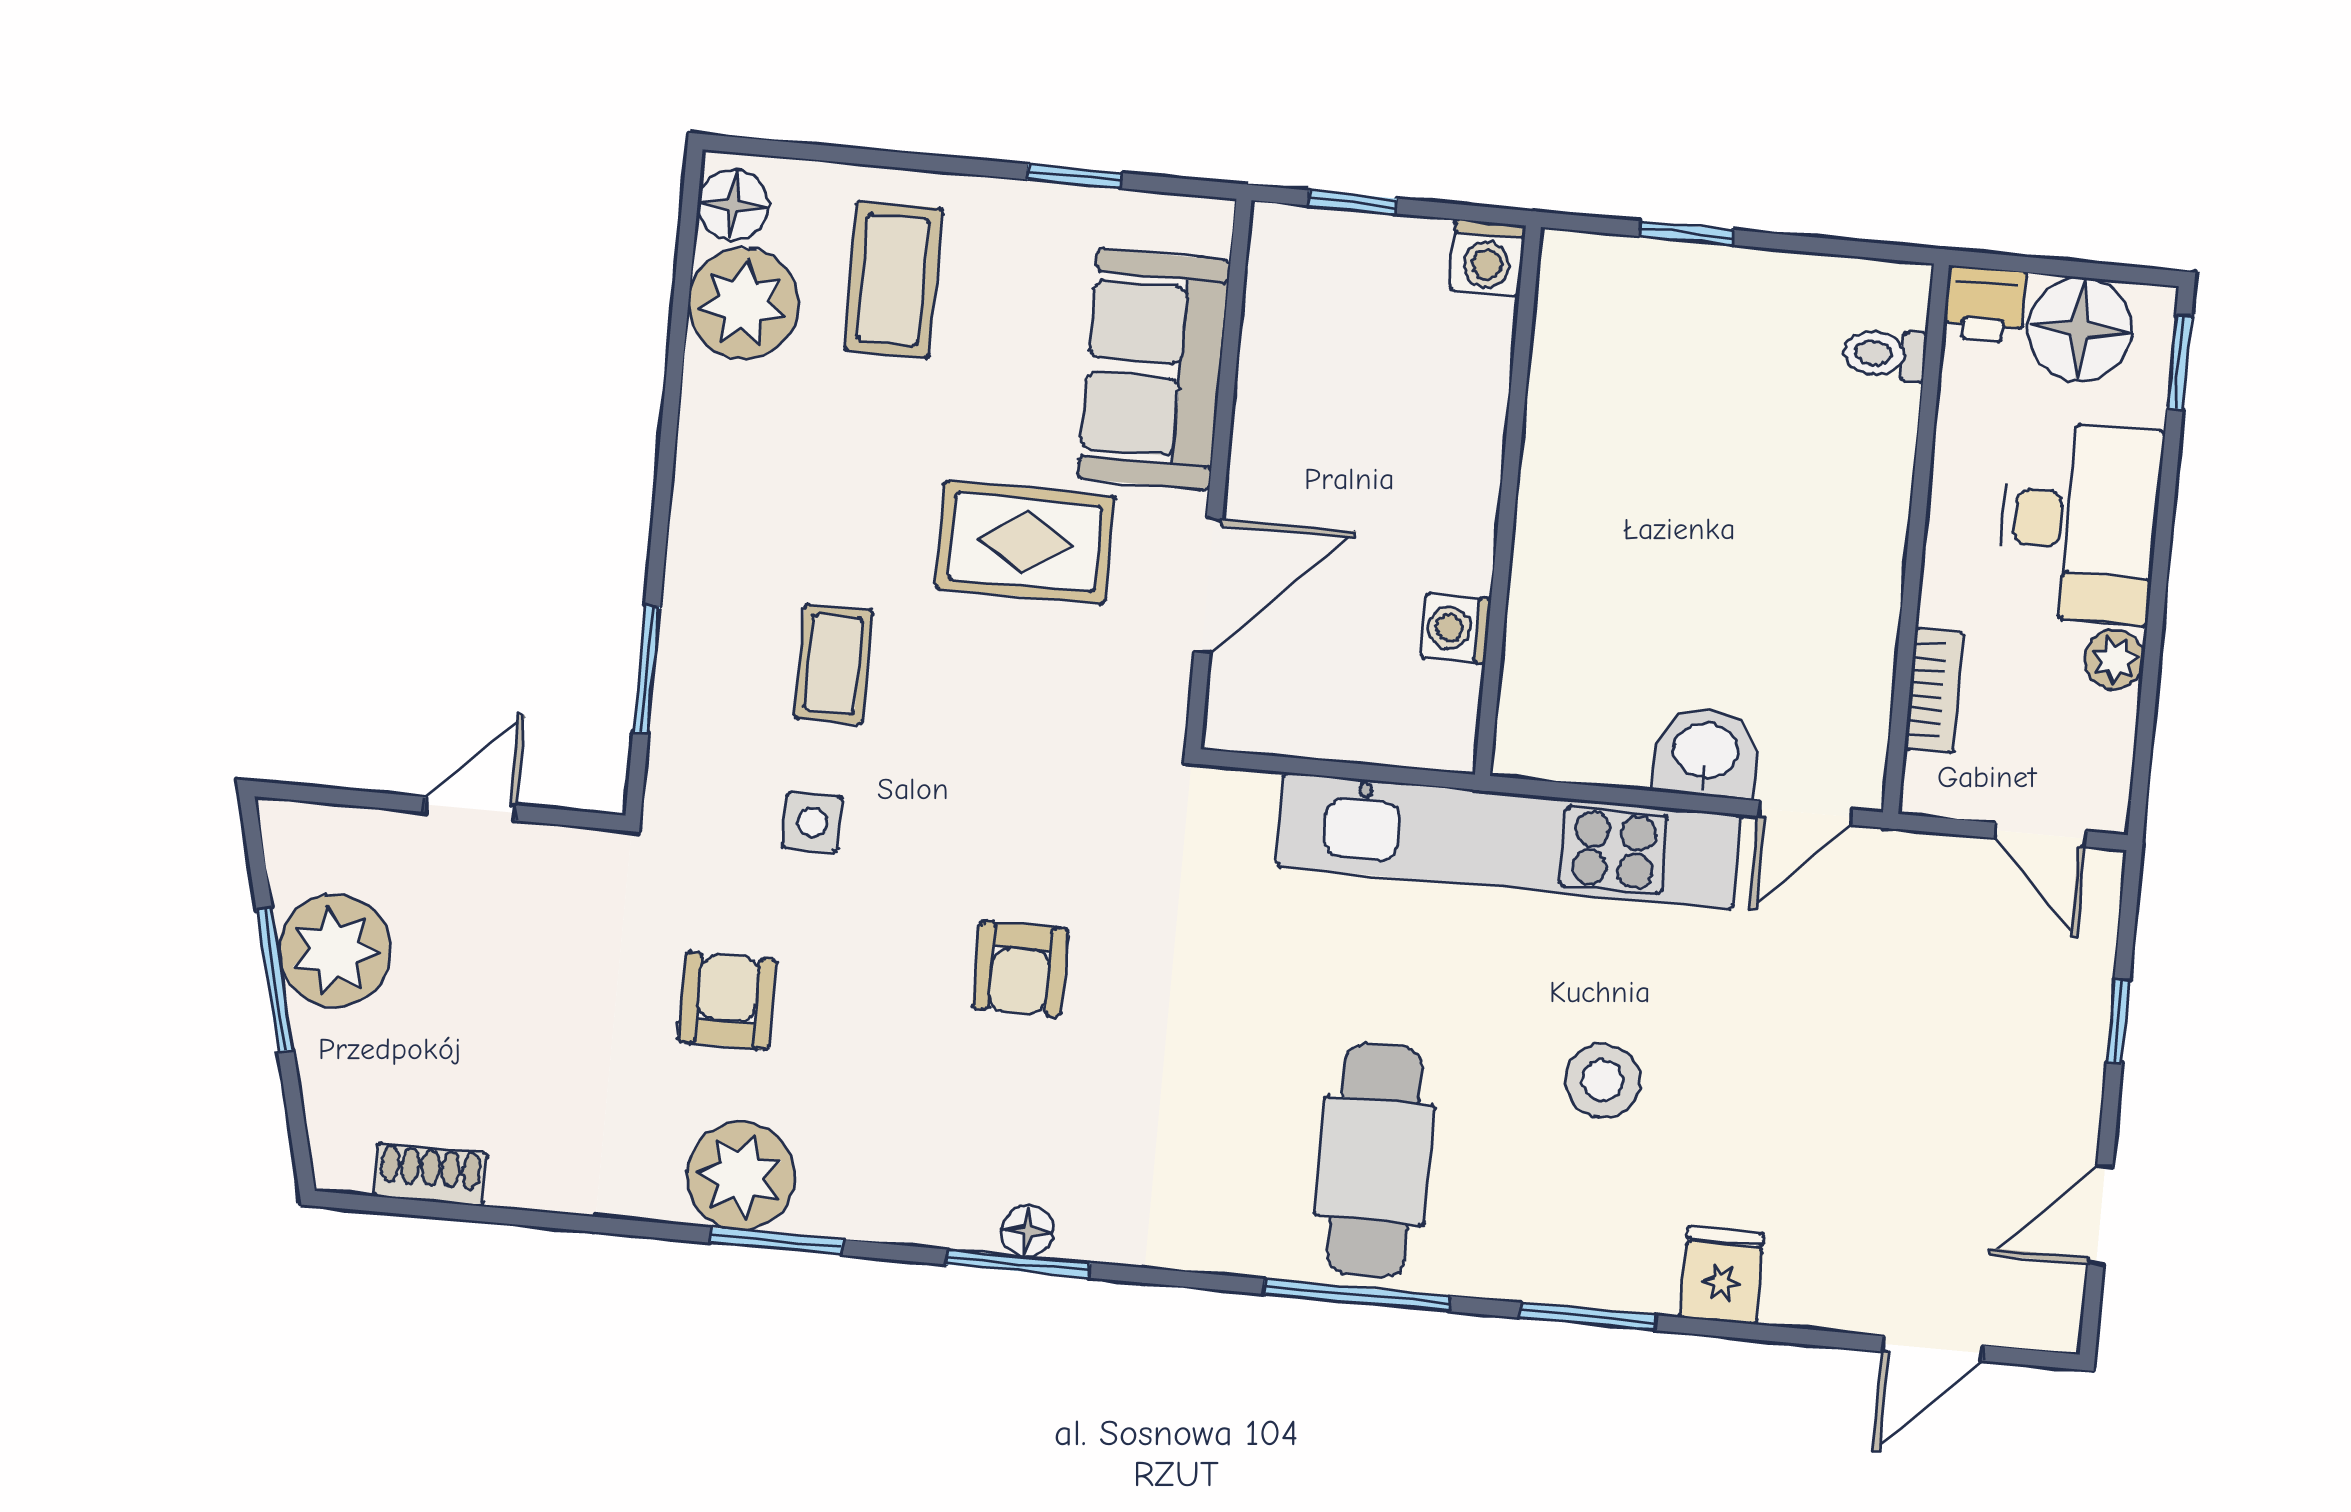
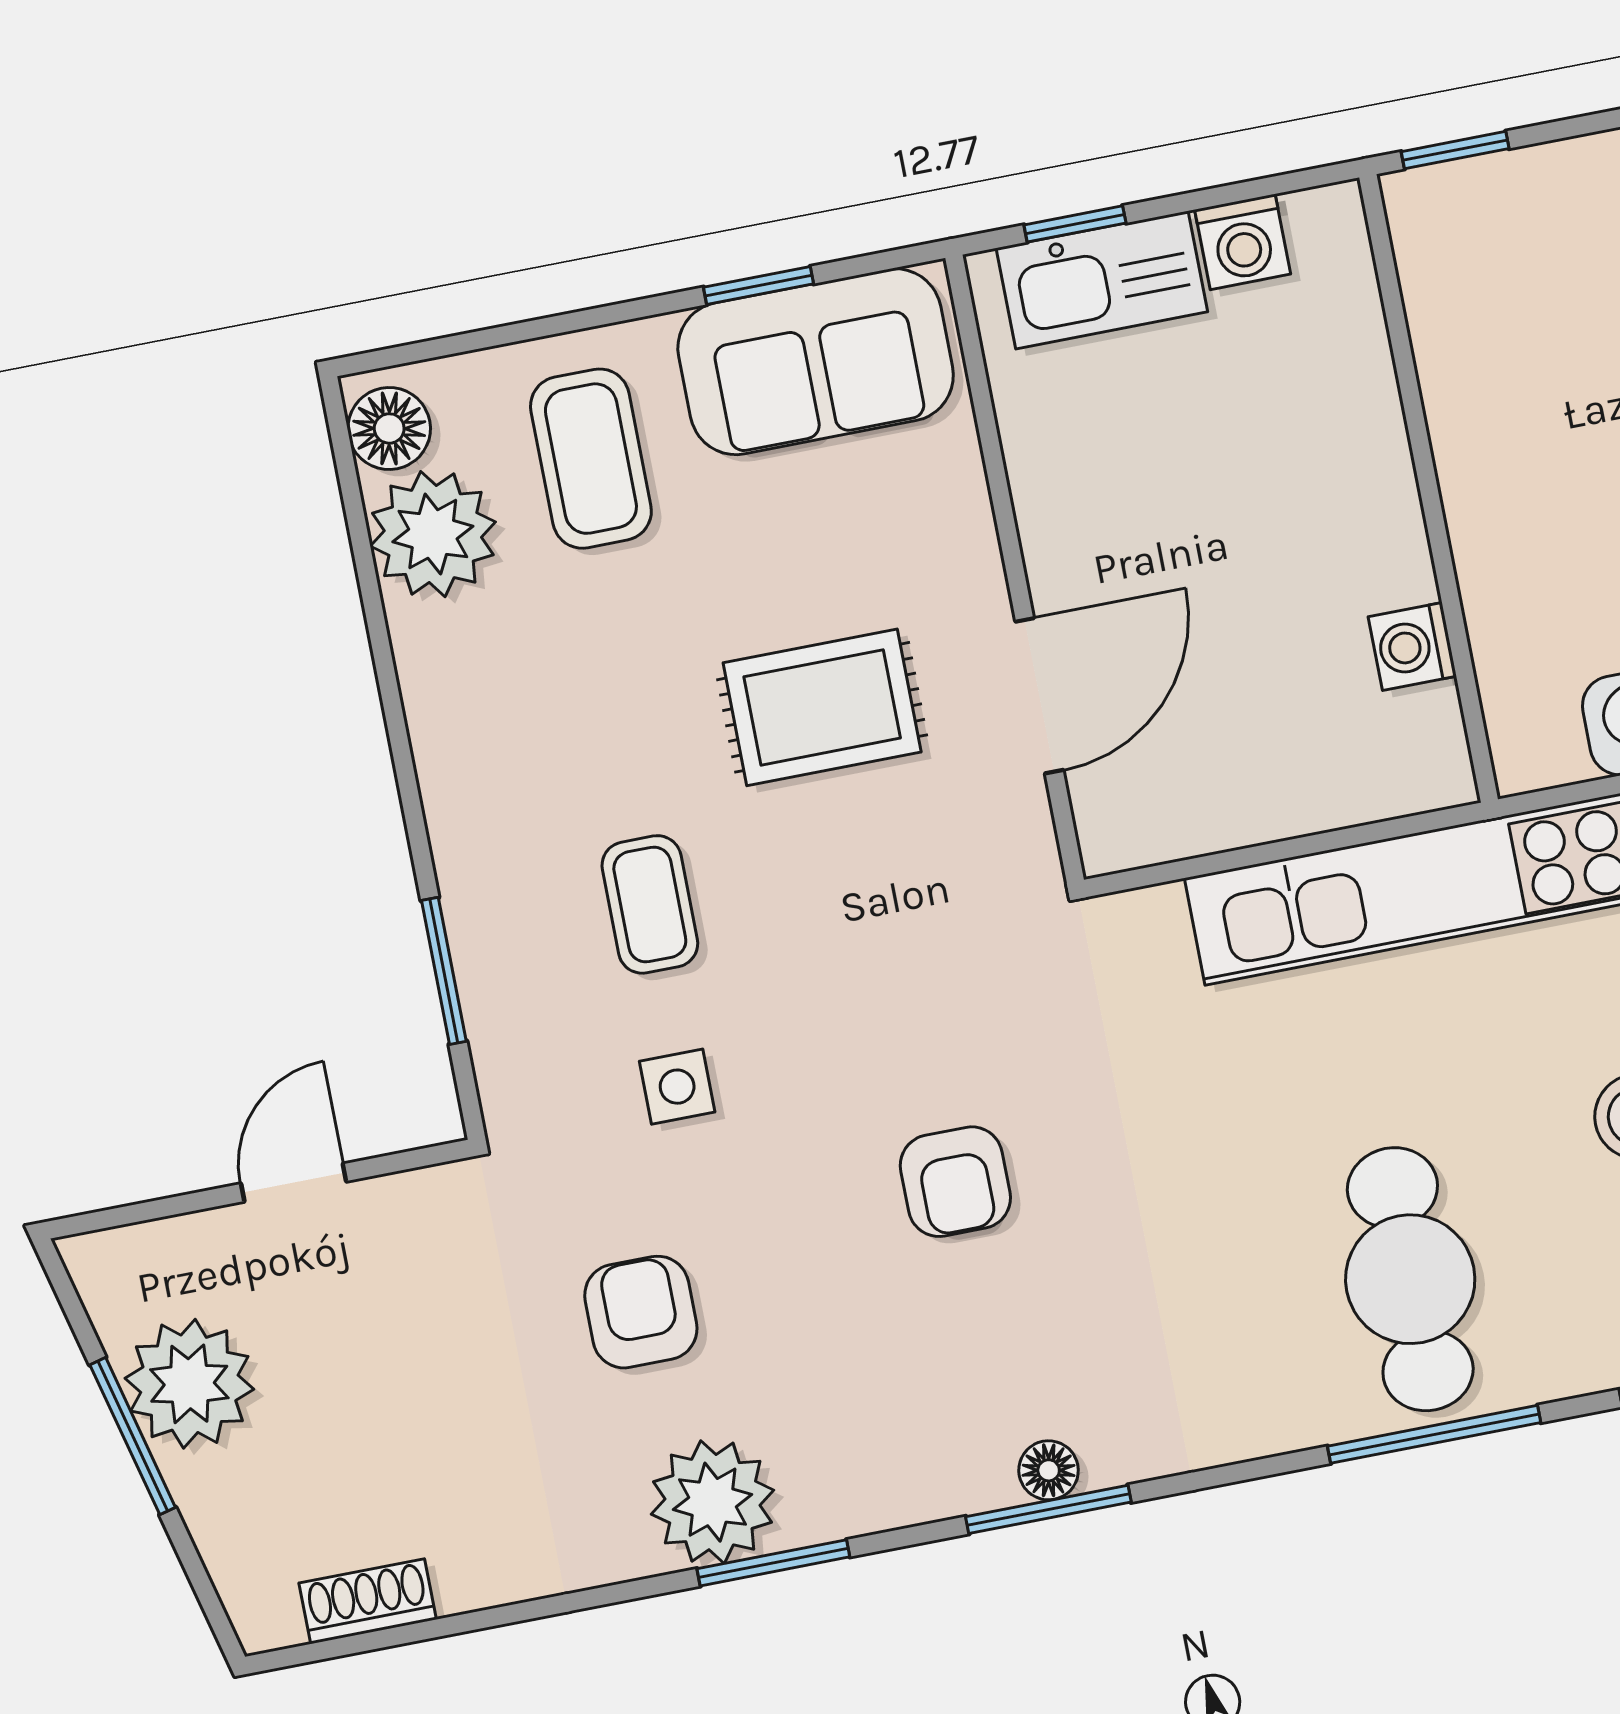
kitchen sink: (1361, 255) -> (1102, 280), added
sofa: (1154, 369) -> (816, 362), moved, turned -90
wall: (1508, 501) -> (1429, 488), moved
washing machine: (1456, 628) -> (1412, 647), moved

